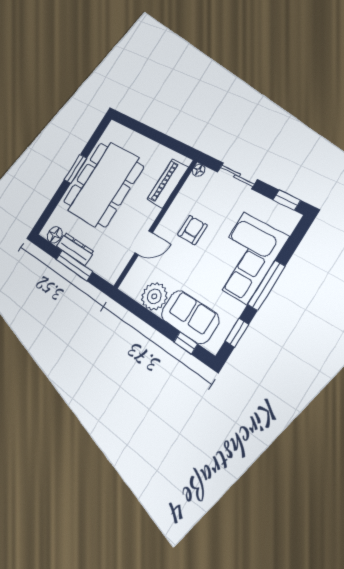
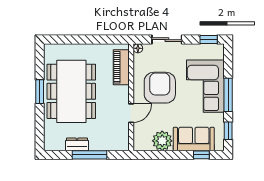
armchair: (192, 230) -> (160, 88), width x1.88, depth x1.88
floor lamp: (55, 235) -> (58, 144), removed
dresser: (75, 249) -> (77, 144), width x0.70

